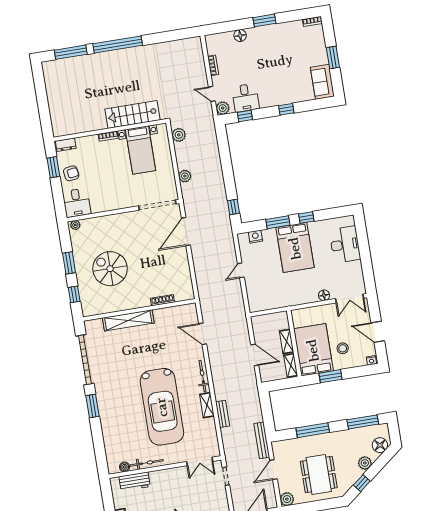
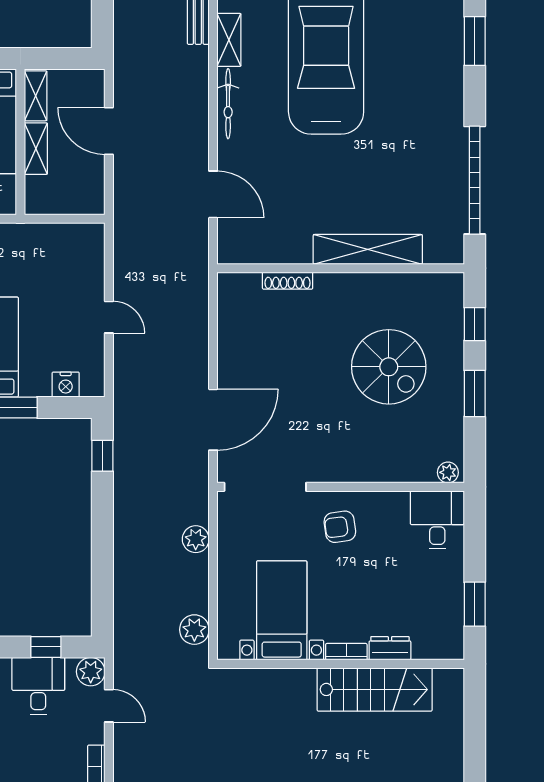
stairs: (133, 115) -> (375, 689), moved
dresser: (66, 145) -> (390, 648), moved
armchair: (71, 173) -> (340, 527), moved
door: (241, 270) -> (109, 317), hinge flipped
window: (92, 406) -> (475, 41), moved

